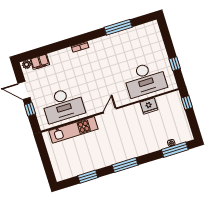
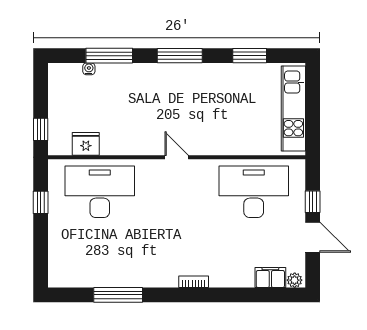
fridge: (149, 106) -> (86, 144), moved
door: (110, 110) -> (177, 157), swing flipped
kitchen unit: (73, 130) -> (293, 108), moved, turned -90
window: (175, 150) -> (109, 56), moved

